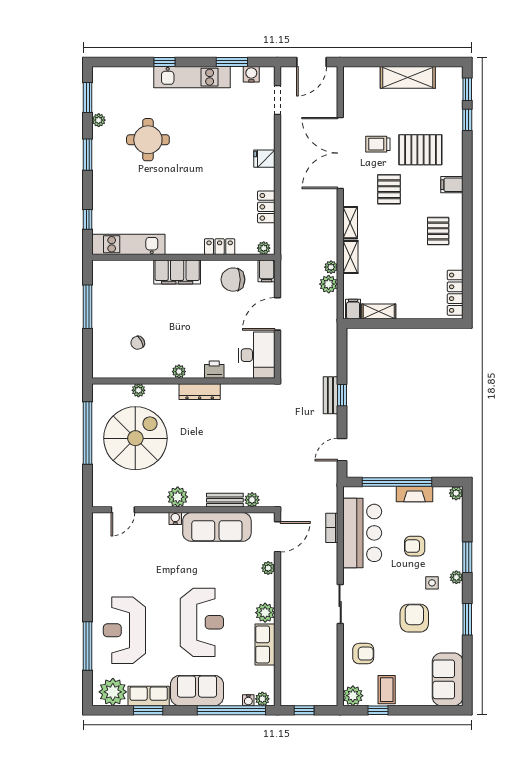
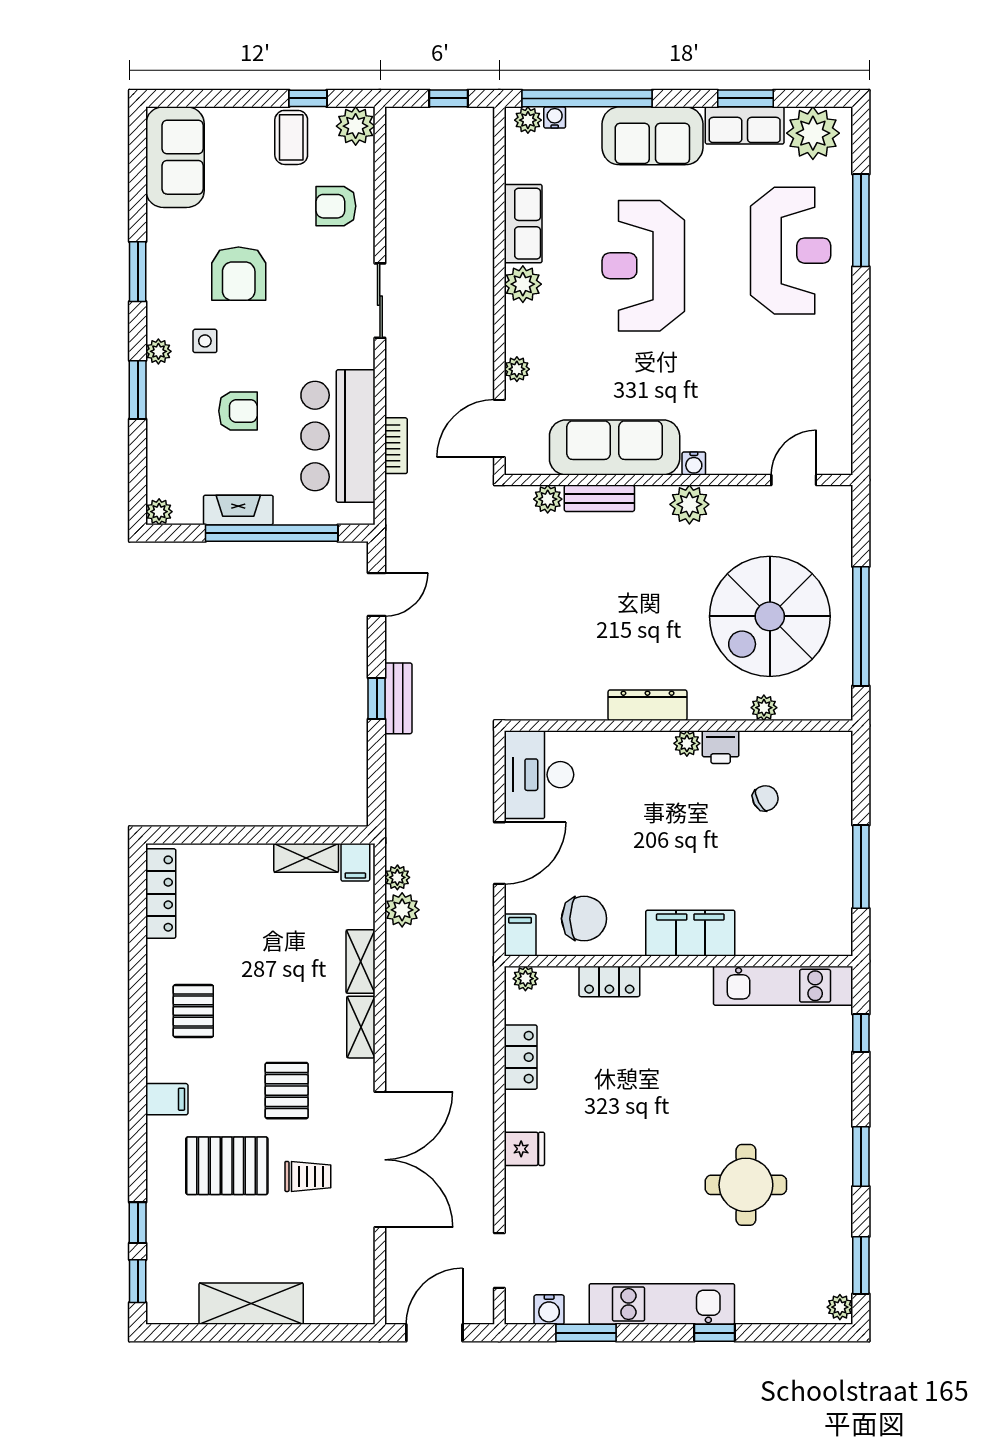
plant: (99, 120) -> (840, 1307), moved
plant: (331, 267) -> (397, 877), moved
printer: (214, 370) -> (721, 747), moved

